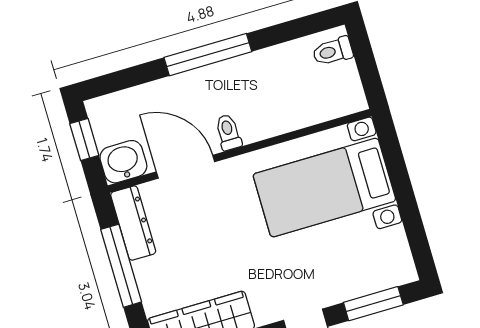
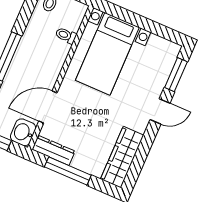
toilet: (228, 132) -> (66, 35), moved

